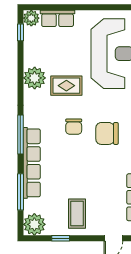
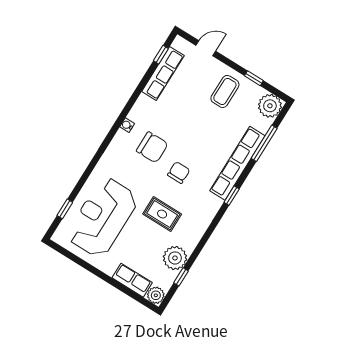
window: (20, 32) -> (181, 277), moved
plant: (35, 78) -> (175, 258), moved
window: (20, 134) -> (232, 196), width x0.46

